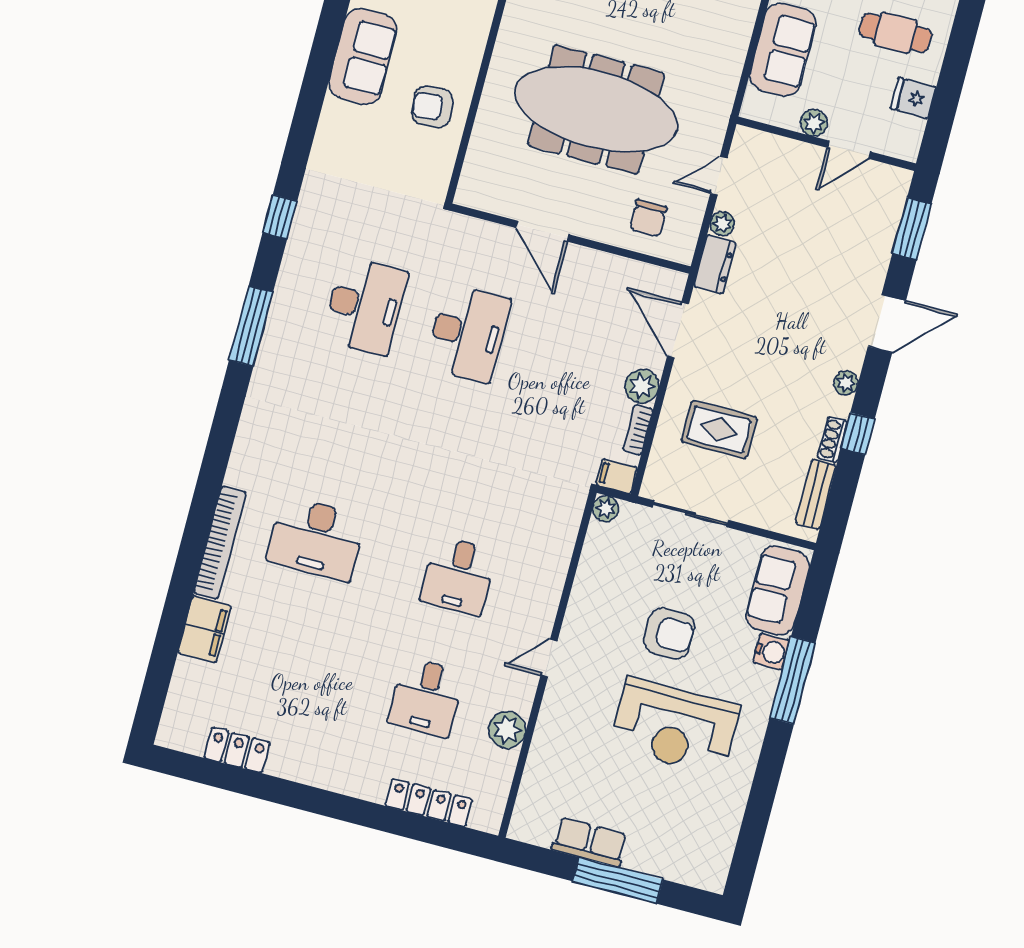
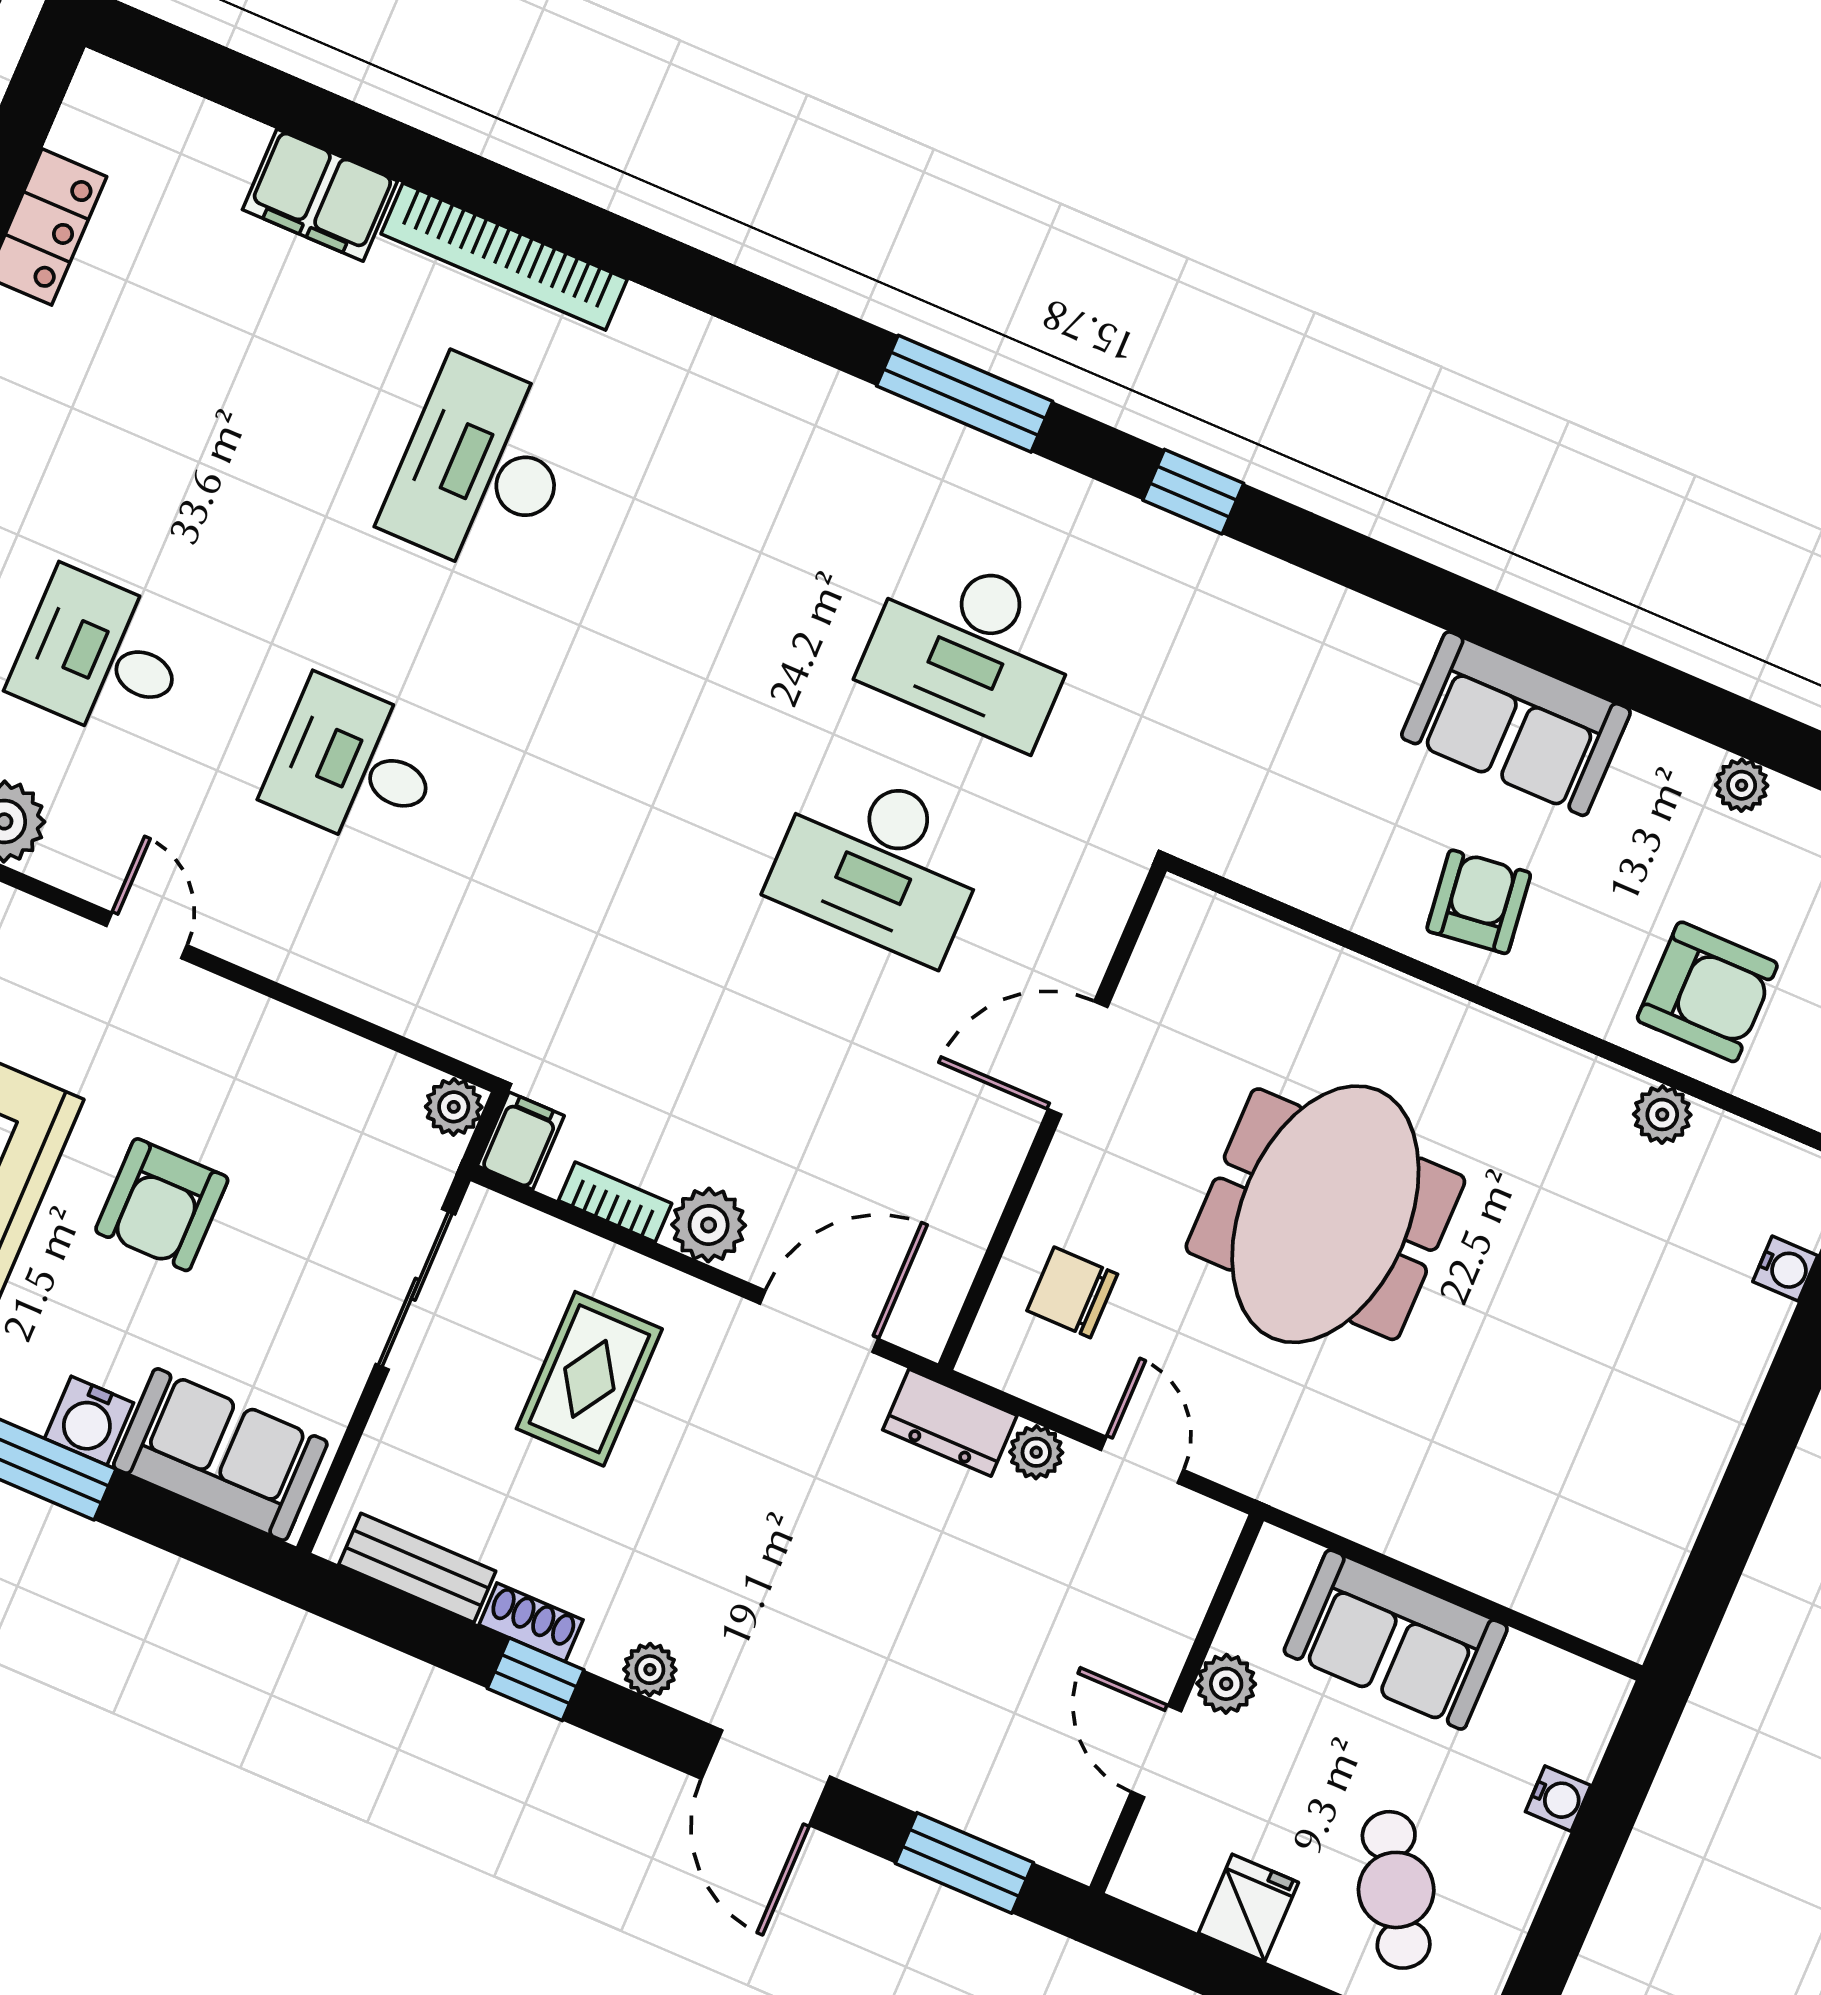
cafe table: (895, 33) -> (1396, 1890), turned -31
armchair: (432, 107) -> (1479, 902), moved
meeting table: (596, 109) -> (1325, 1214), width x0.73

